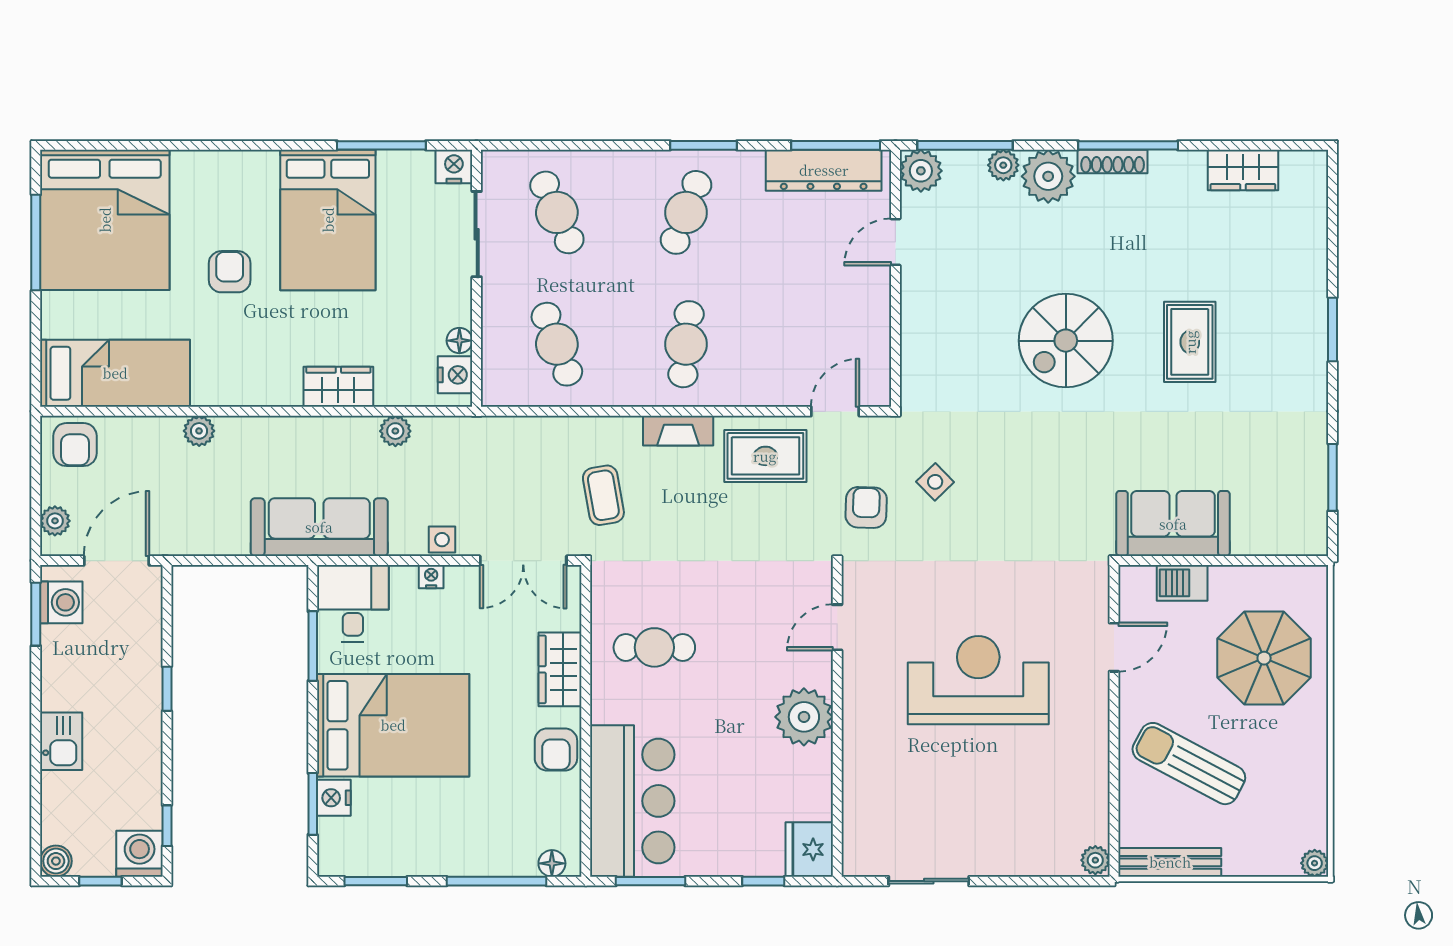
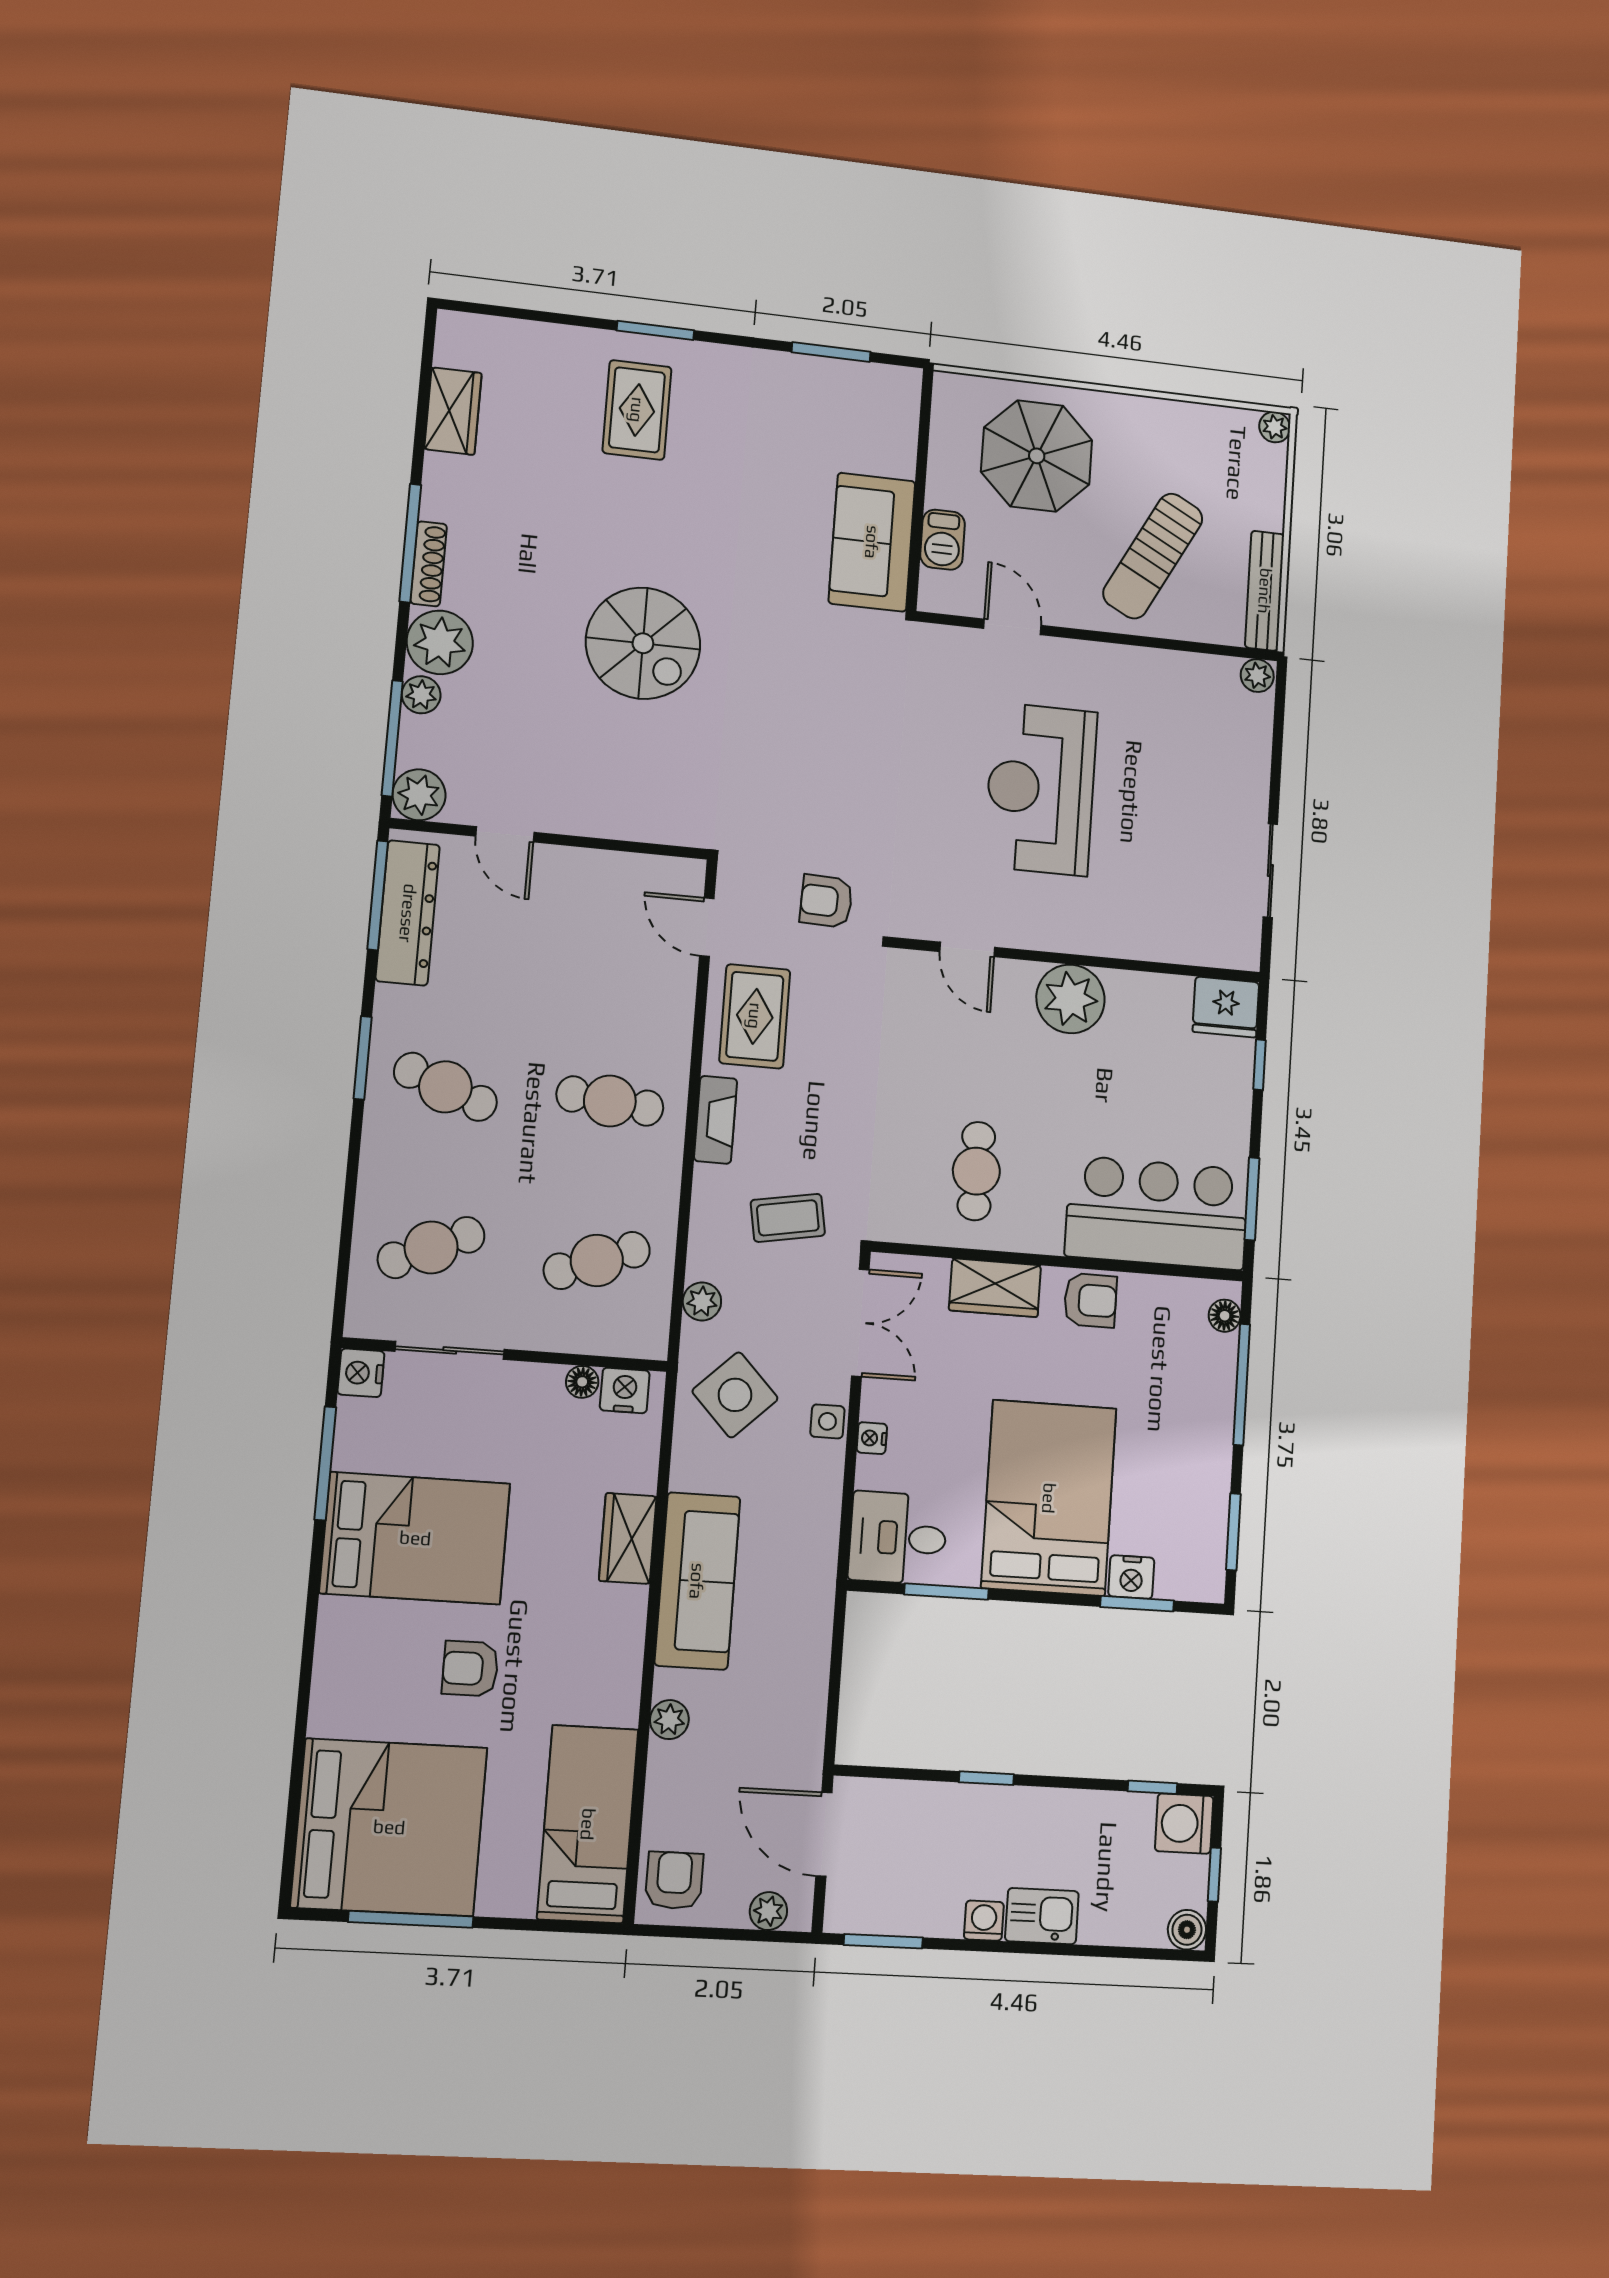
rug: (1190, 342) -> (637, 410), moved, turned 90
plant: (395, 431) -> (702, 1301), moved
armchair: (75, 445) -> (674, 1880), turned -90
side table: (935, 482) -> (735, 1395), moved, width x1.87, depth x1.87
sofa: (319, 527) -> (697, 1581), moved, turned 180
washing machine: (61, 602) -> (984, 1921), moved, width x0.73, depth x0.73

